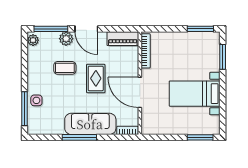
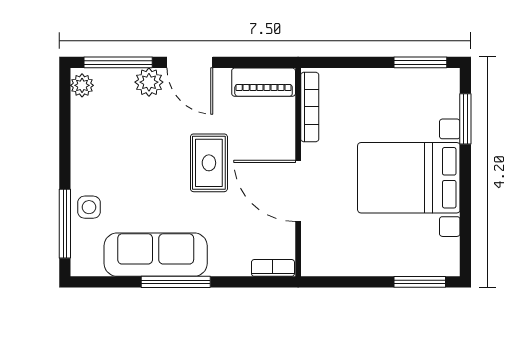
coffee table: (65, 68) -> (146, 141), removed
bed with nightstands: (195, 94) -> (409, 178), width x1.36
sofa: (90, 124) -> (156, 255), moved

